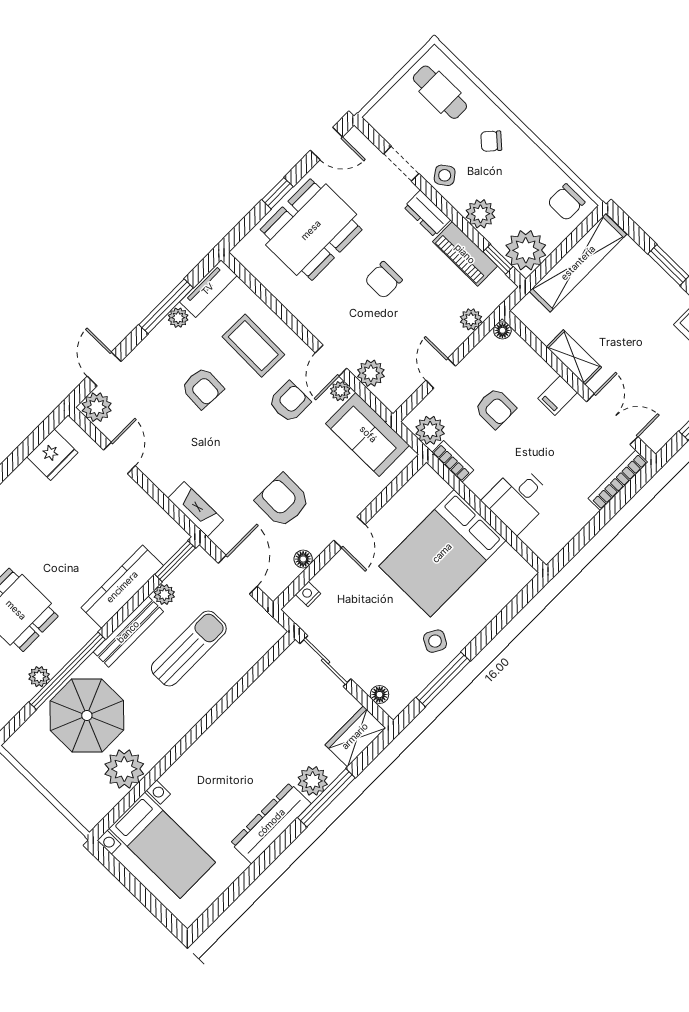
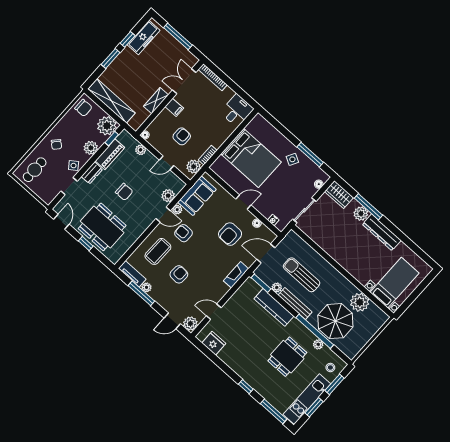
desk: (518, 499) -> (237, 111), moved, turned -90

